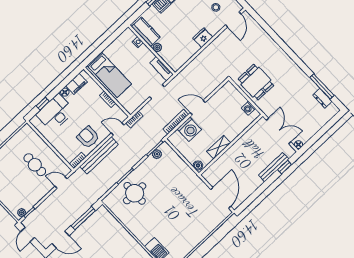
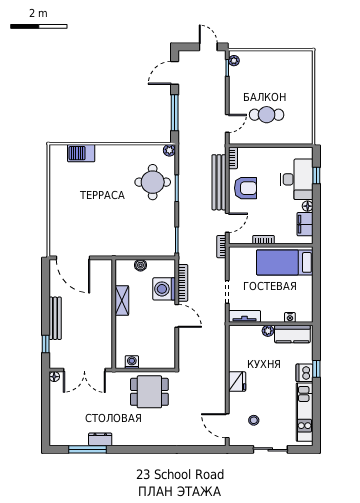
dresser: (322, 98) -> (100, 439), moved
door: (198, 108) -> (177, 316), hinge flipped
plant: (157, 154) -> (169, 150), moved
boiler: (198, 165) -> (141, 265), moved
bench: (274, 167) -> (55, 318), moved

